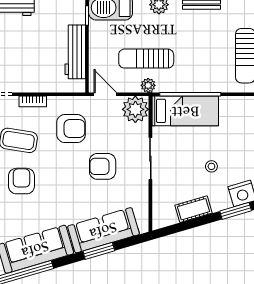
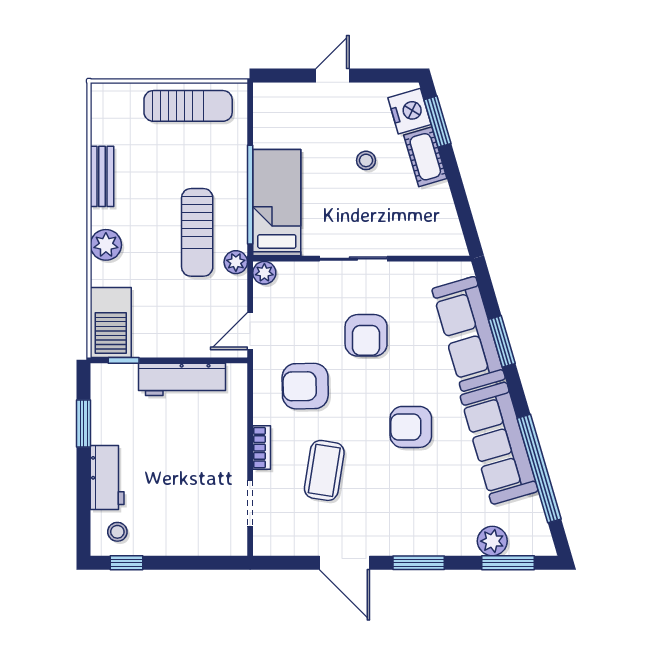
sun lounger: (146, 59) -> (197, 232), moved
plant: (135, 109) -> (264, 273), width x0.53, depth x0.53
armchair: (71, 129) -> (305, 386), turned -91
armchair: (21, 181) -> (411, 427), moved
cot: (194, 209) -> (425, 157), moved

